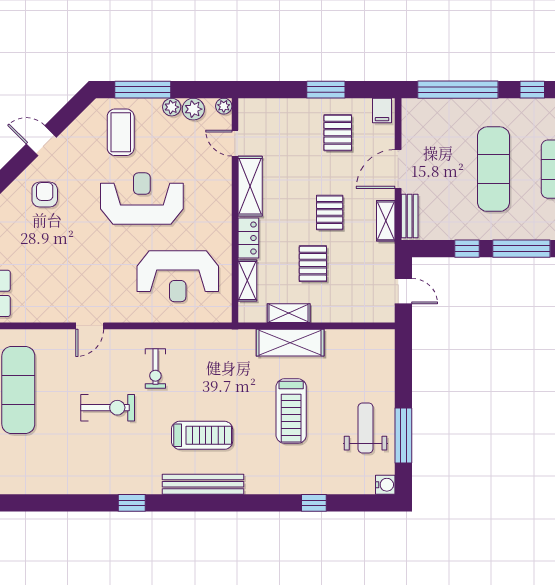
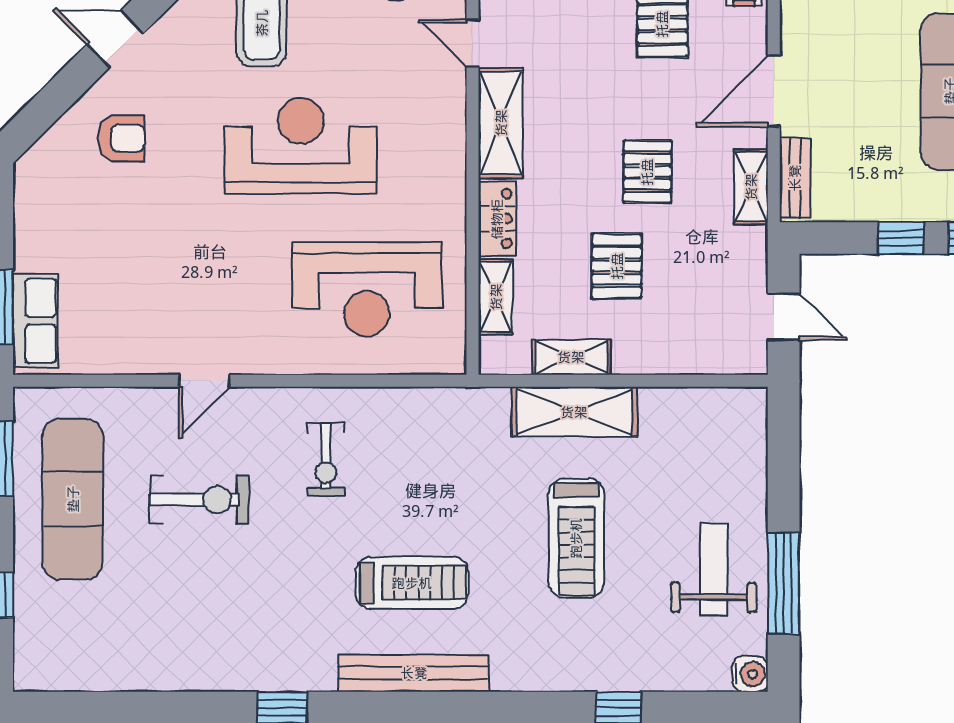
armchair: (45, 195) -> (121, 138), turned 90
exercise bike: (108, 408) -> (199, 500), moved

